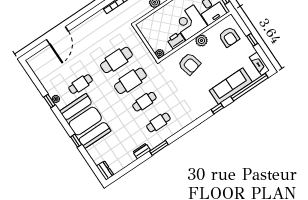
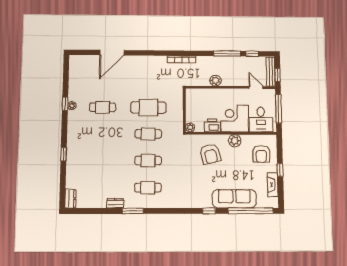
fireplace: (259, 64) -> (273, 185), moved
cafe table: (130, 81) -> (148, 134), width x0.73, depth x0.74
booth: (85, 121) -> (84, 142), removed

